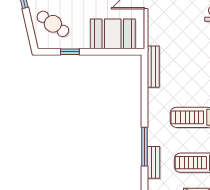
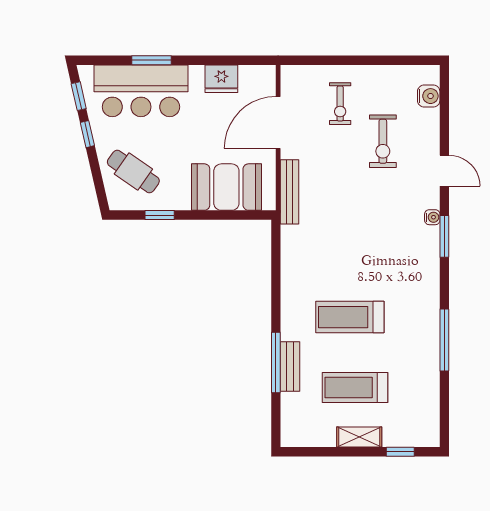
bench: (153, 67) -> (290, 192), moved
bench: (154, 162) -> (290, 366), moved

